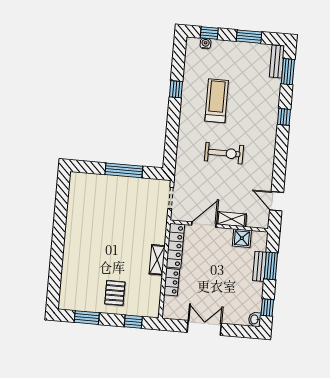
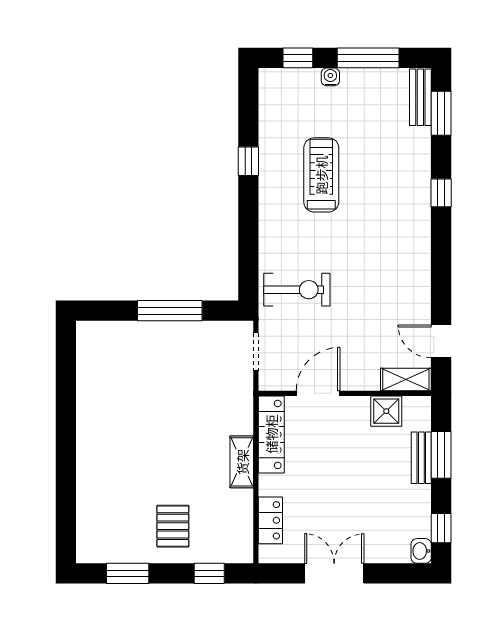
window: (249, 37) -> (368, 58), width x1.44
water cooler: (205, 44) -> (330, 77), moved
exercise bike: (224, 153) -> (297, 290), moved
shelving: (231, 219) -> (406, 379), moved
locker: (172, 282) -> (270, 520), moved

